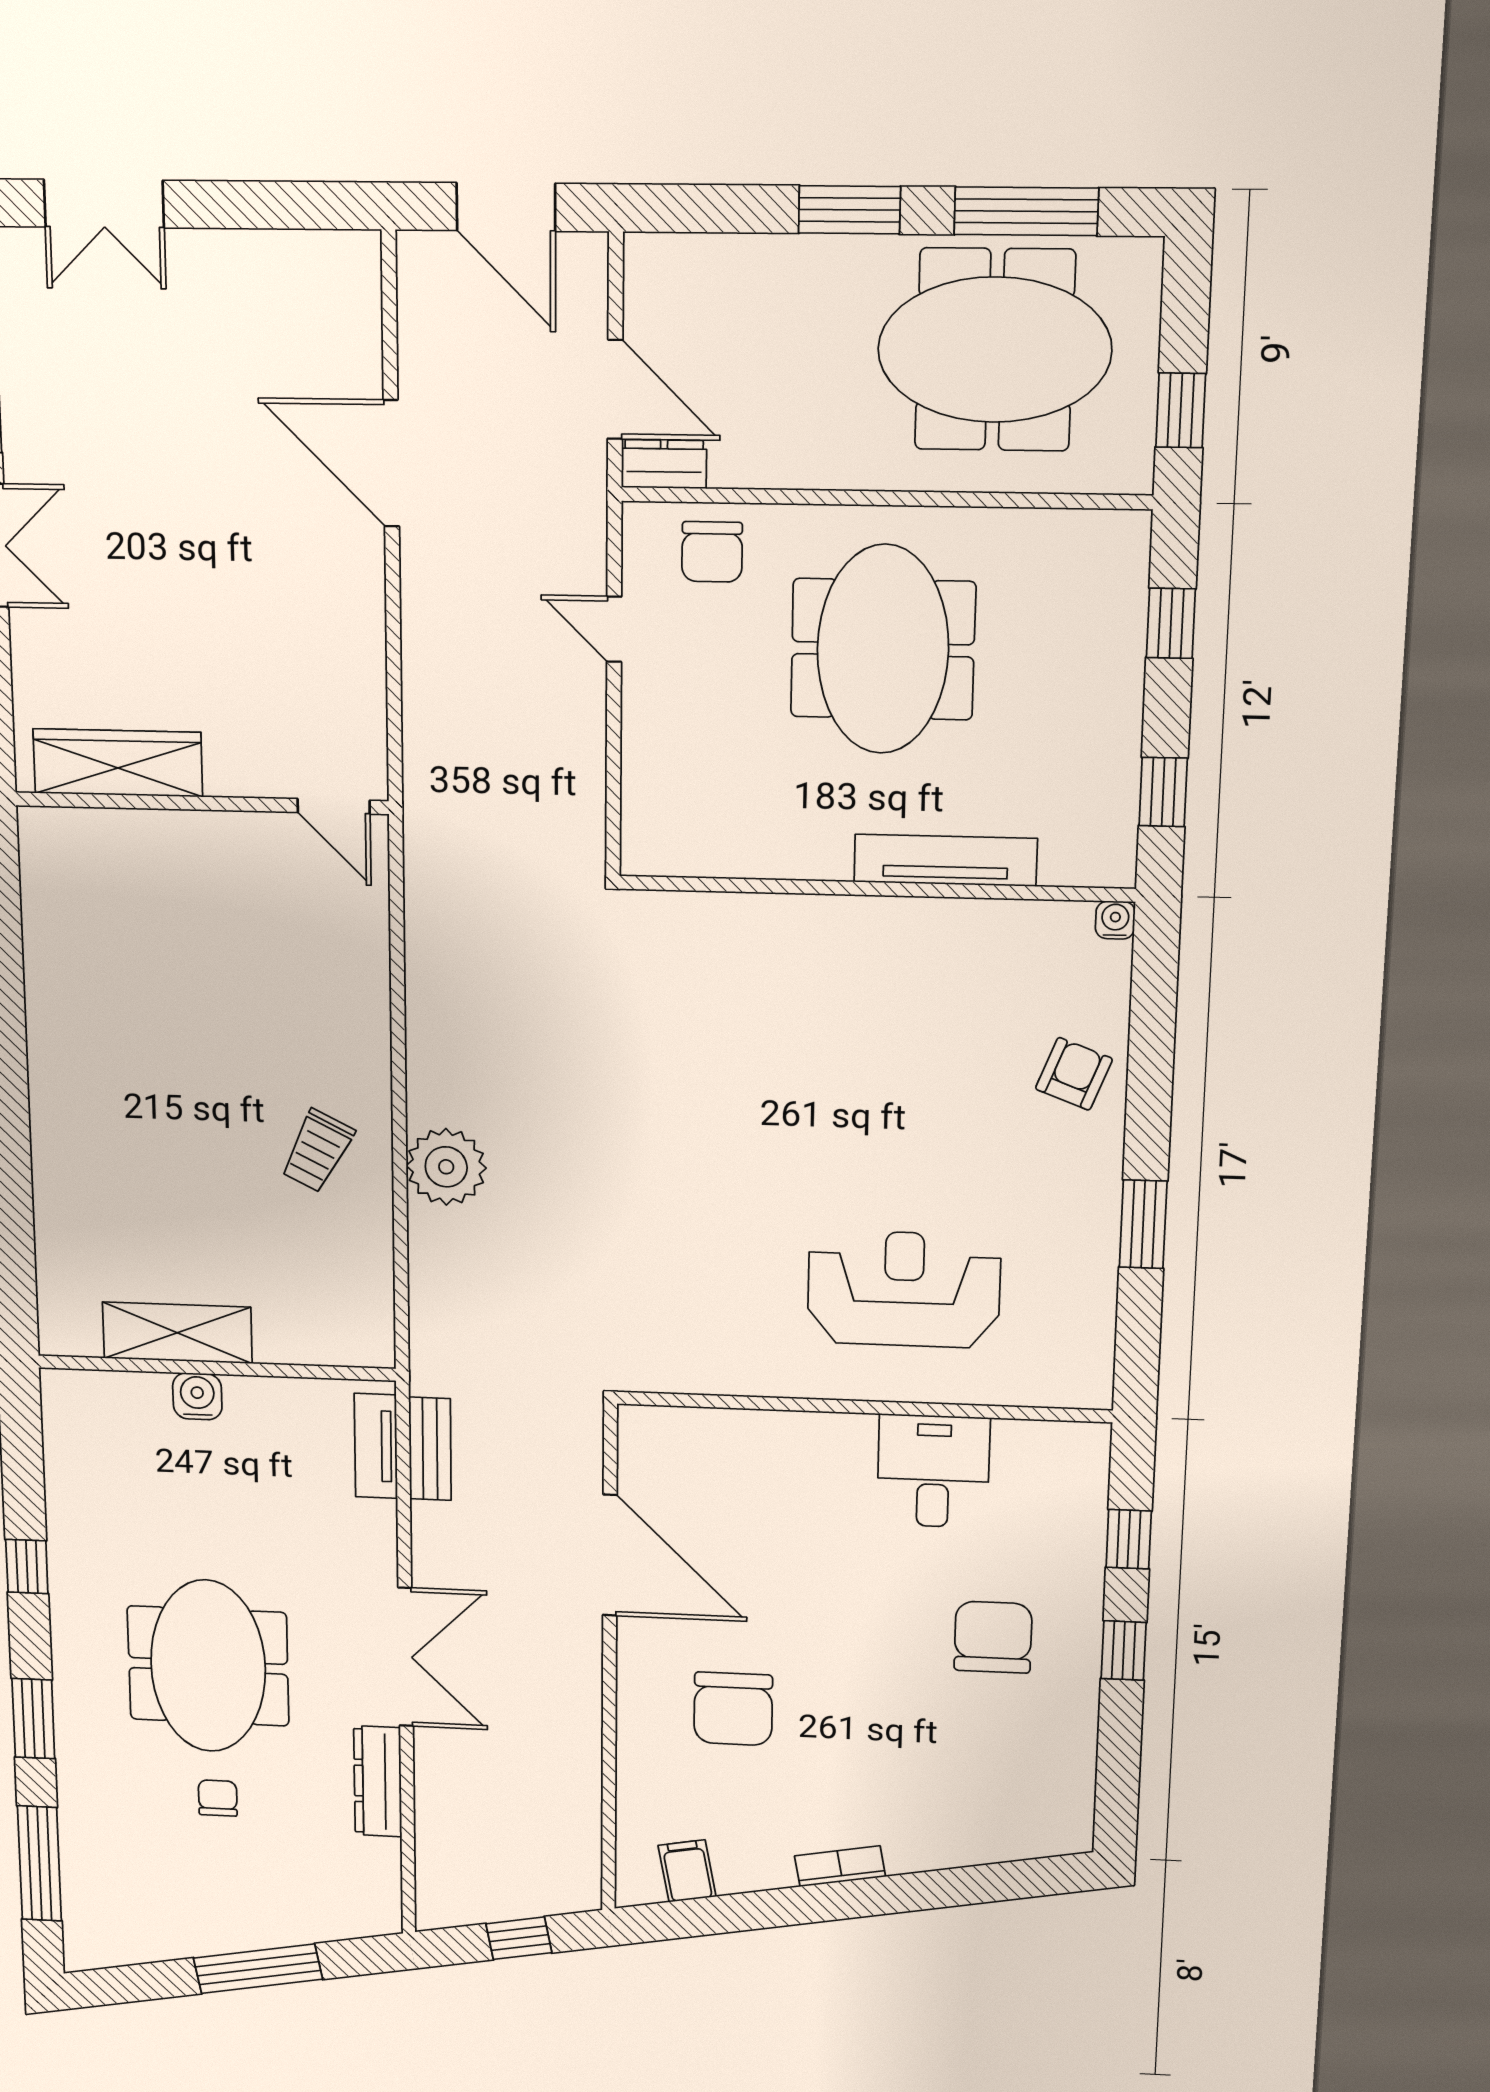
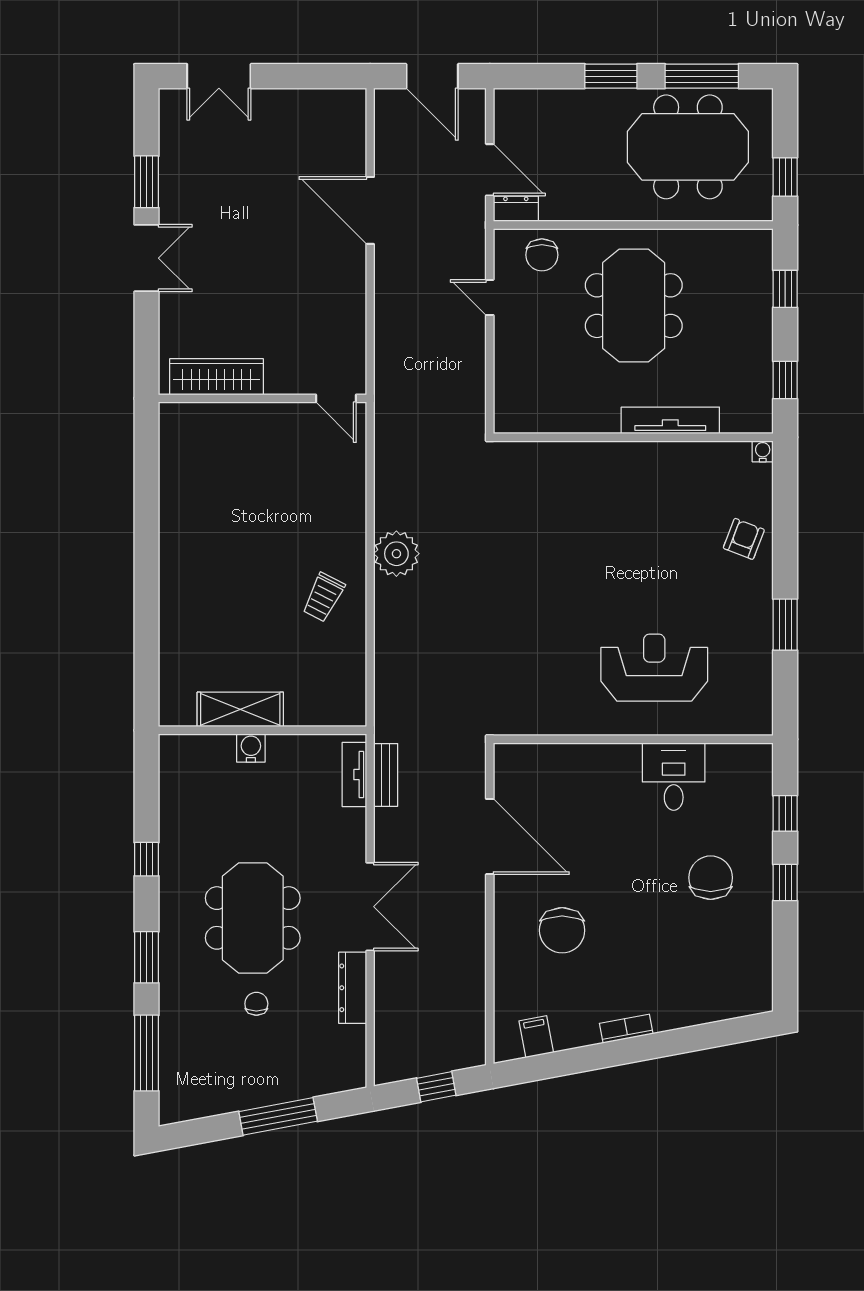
plant: (446, 1167) -> (396, 554), moved

